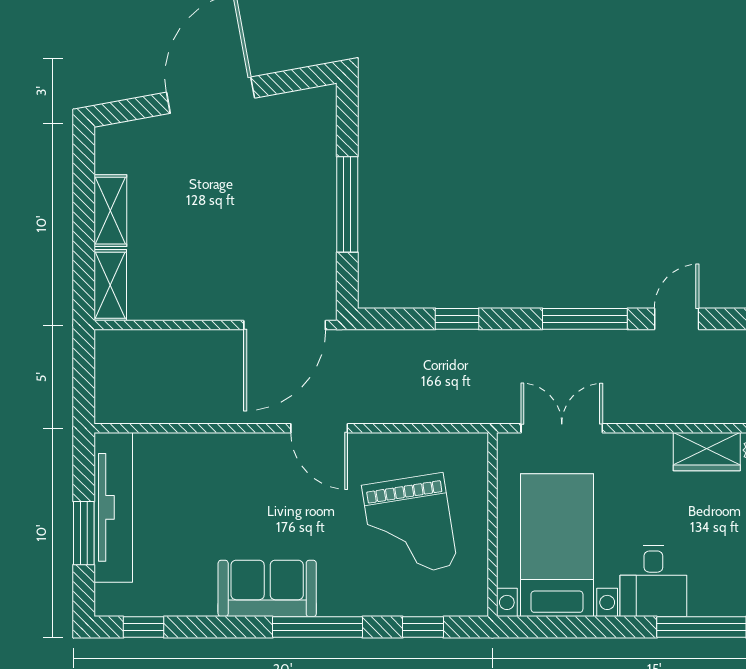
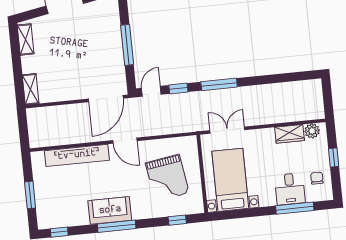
shelving: (110, 211) -> (26, 39), moved
window: (585, 319) -> (219, 84), moved
door: (677, 319) -> (151, 91), moved
tv unit: (113, 507) -> (77, 155), moved, turned 90
desk: (653, 581) -> (290, 189), moved
window: (317, 627) -> (117, 226), moved

